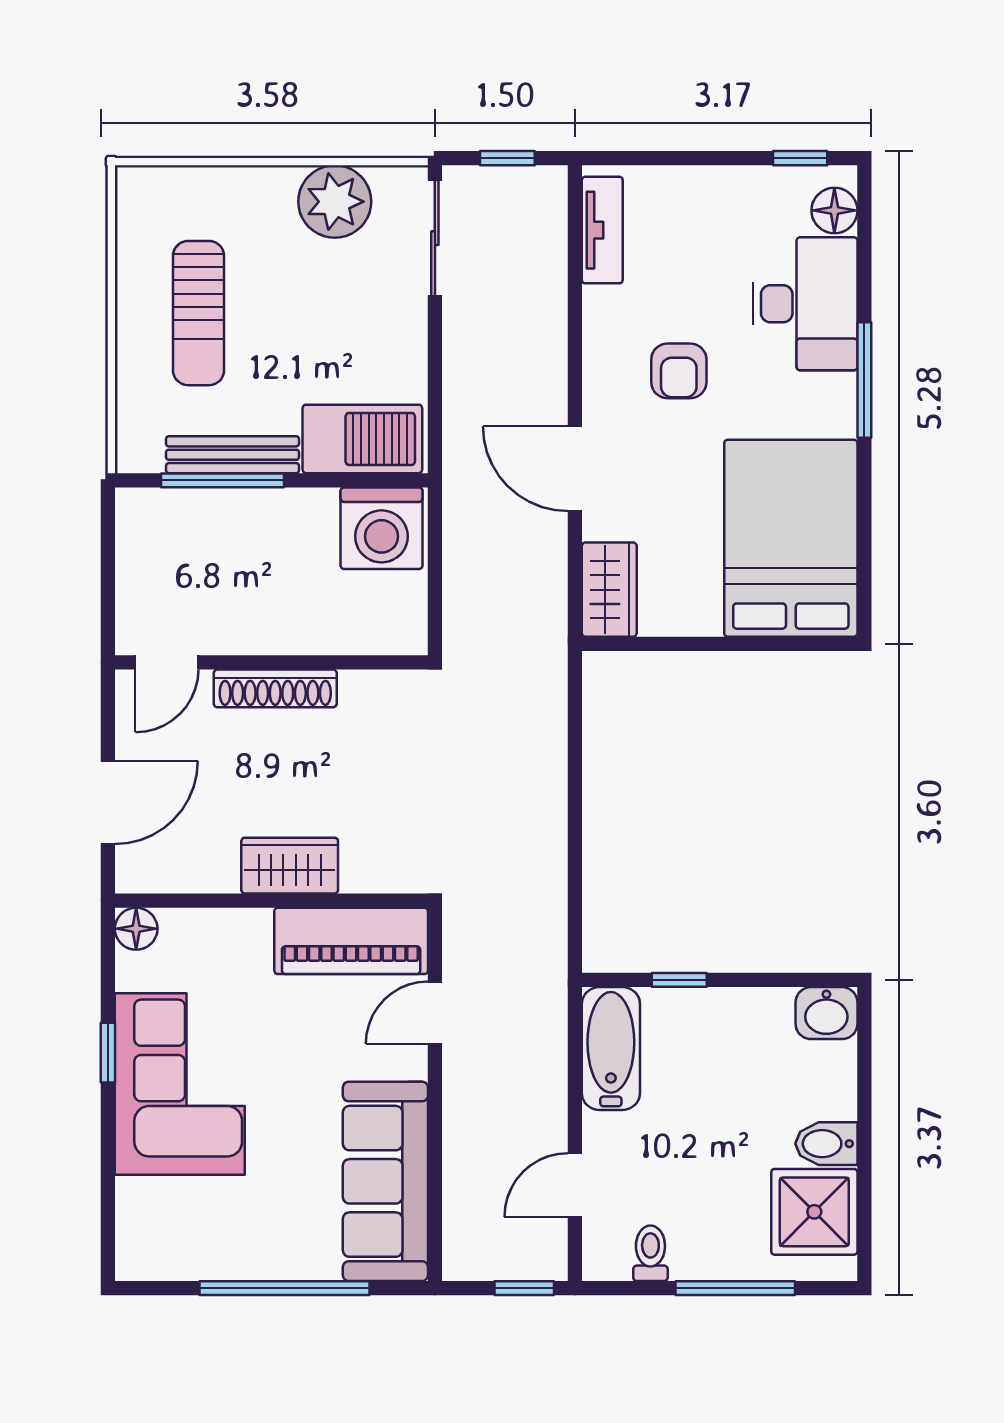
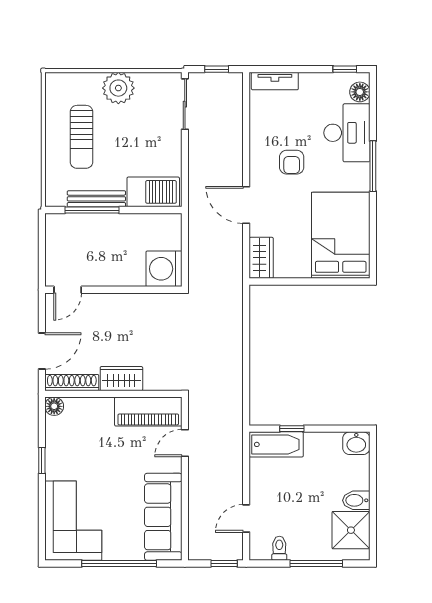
plant: (335, 202) -> (118, 88), moved
tv unit: (602, 230) -> (275, 81), moved, turned 90
washing machine: (382, 528) -> (164, 269), moved, turned 90
shoe rack: (275, 688) -> (72, 383), moved, turned 180
bathtub: (611, 1048) -> (276, 444), moved, turned 90
corner sofa: (180, 1084) -> (73, 521), moved

